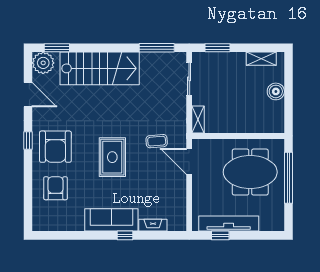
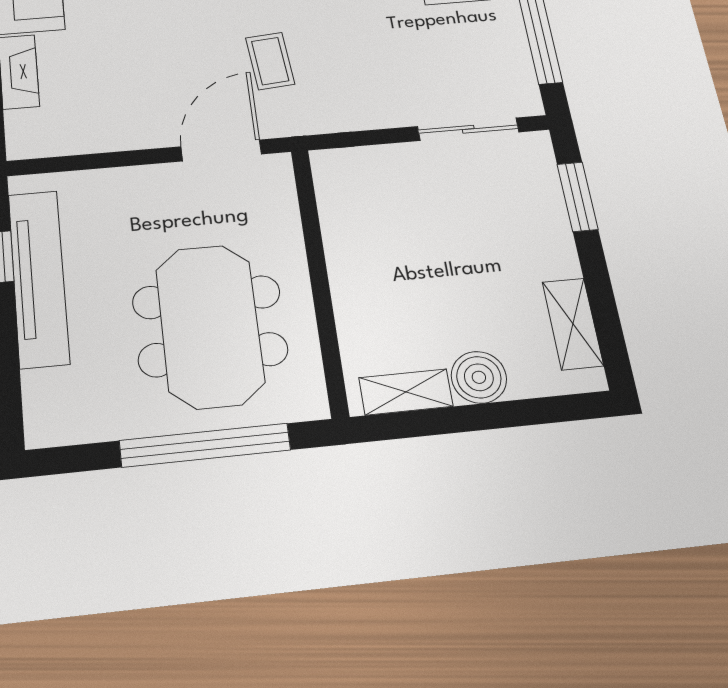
shelving: (198, 120) -> (406, 392), moved

